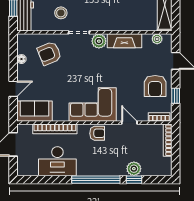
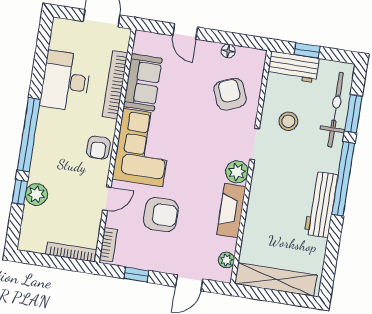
armchair: (155, 86) -> (161, 215), moved, turned 180
sofa: (35, 111) -> (143, 82), moved

